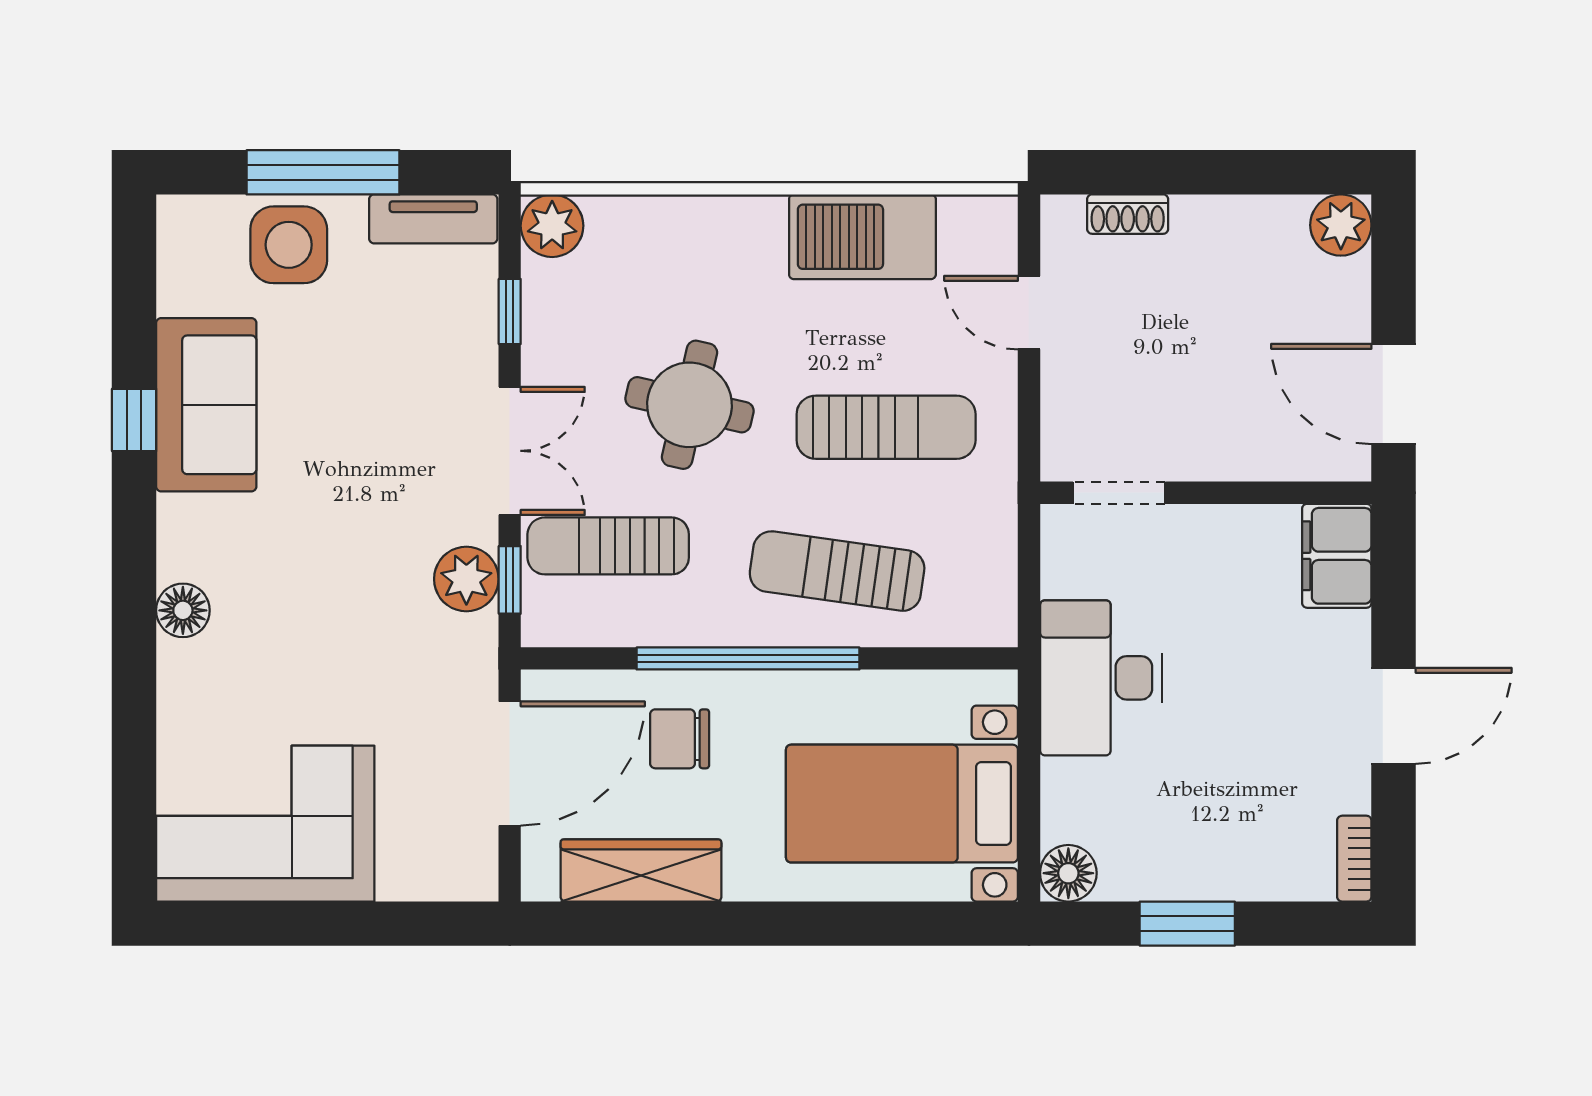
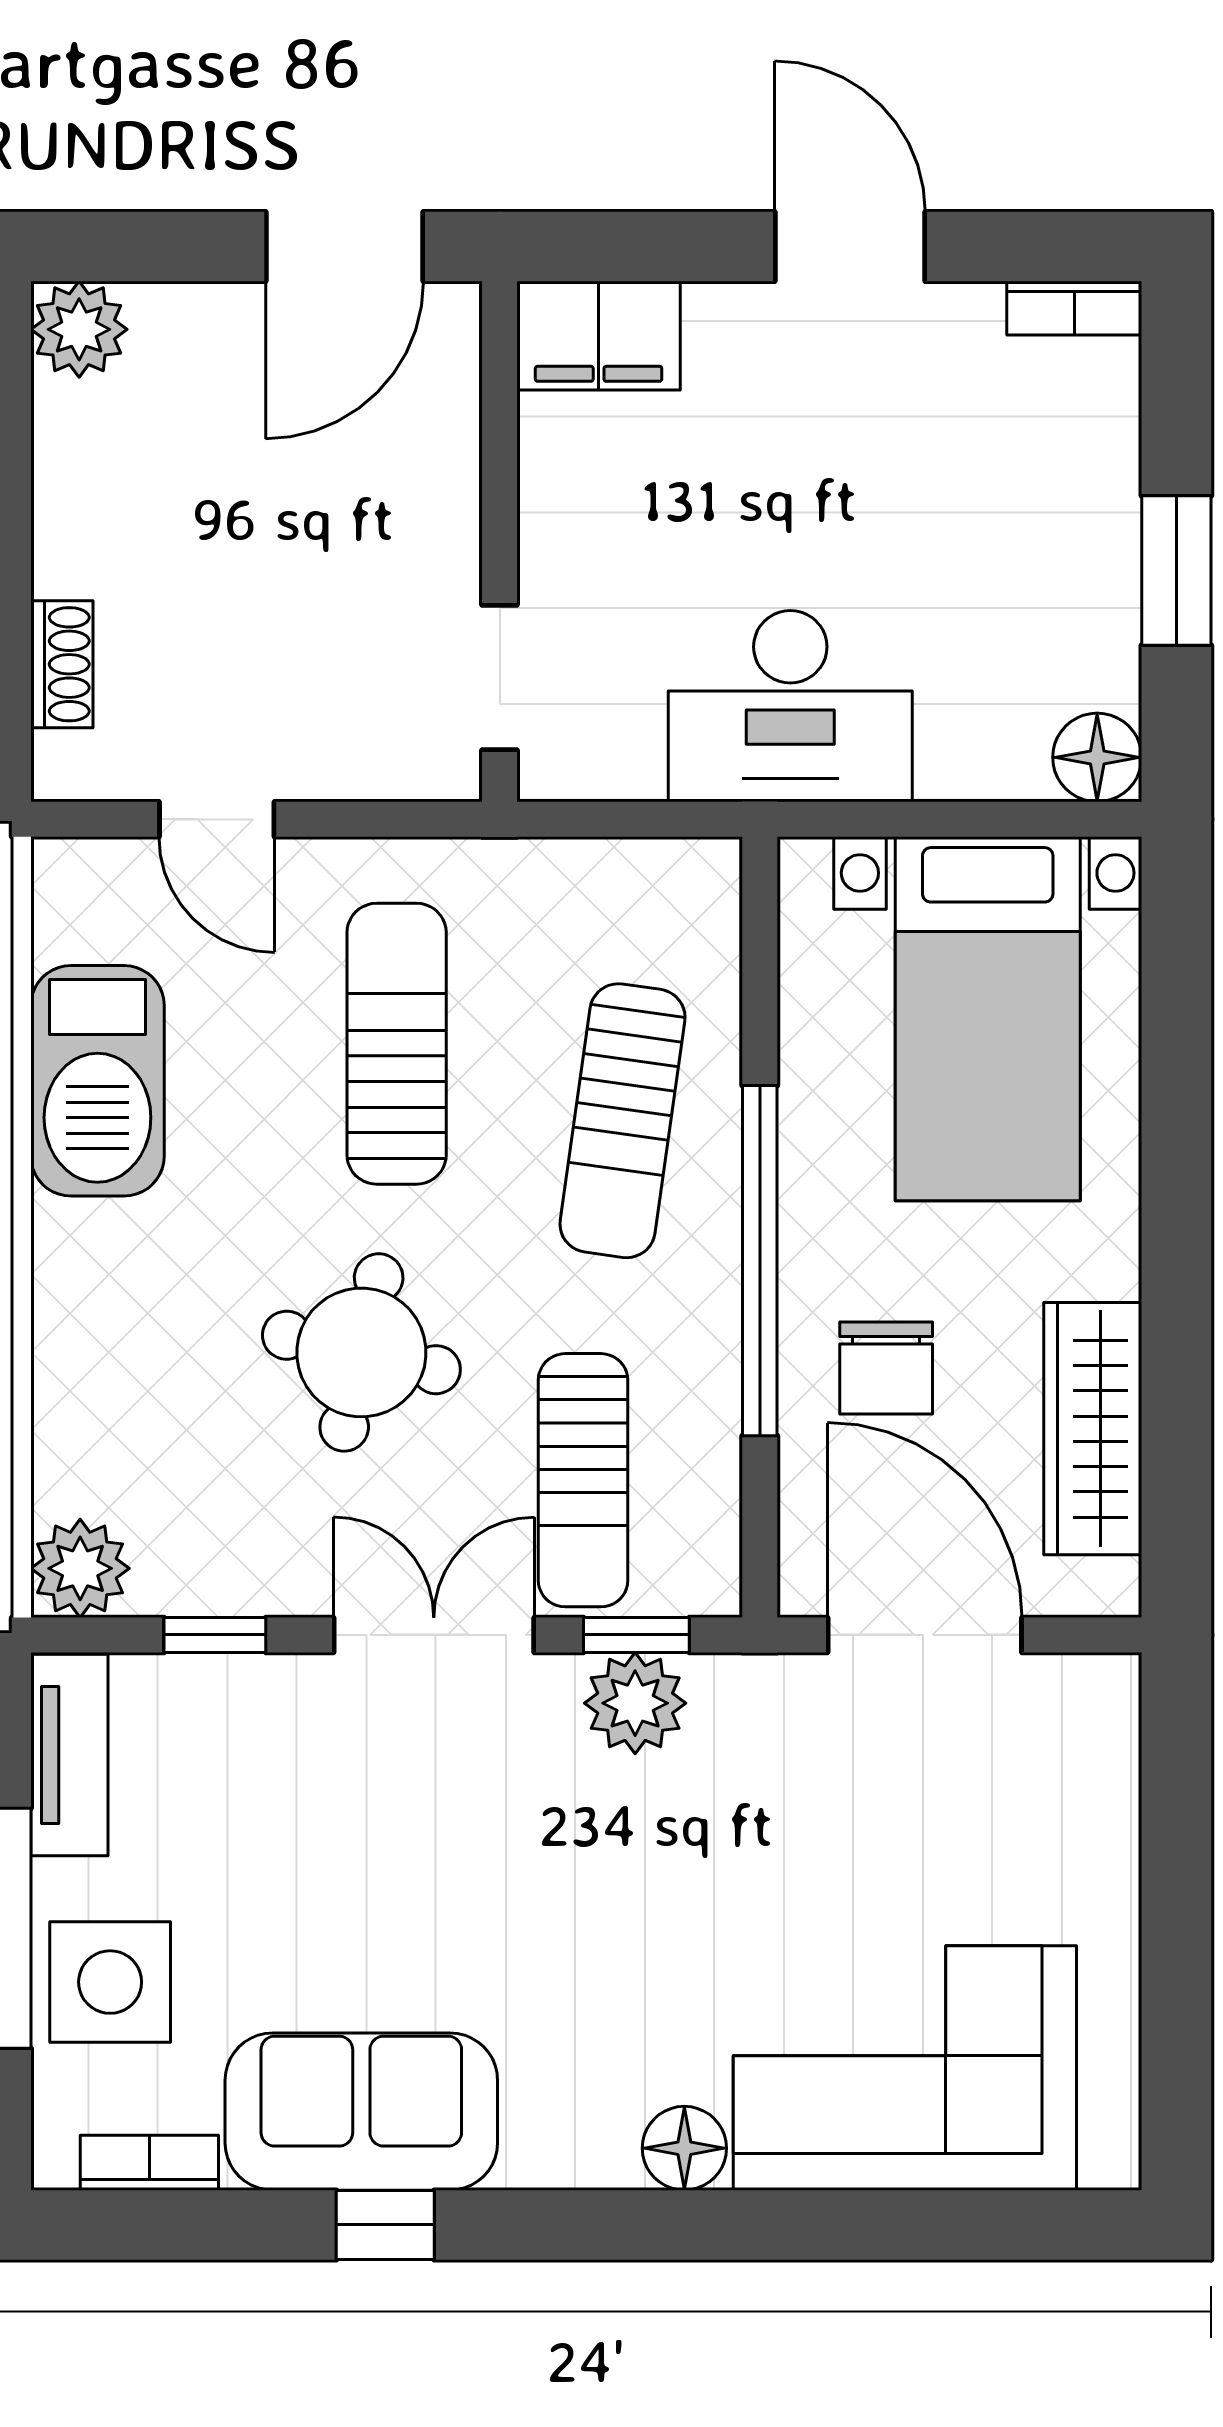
bookcase: (174, 270) -> (149, 2163), added
door: (1029, 313) -> (217, 819), hinge flipped
corner sofa: (265, 824) -> (905, 2068), moved, turned 90

